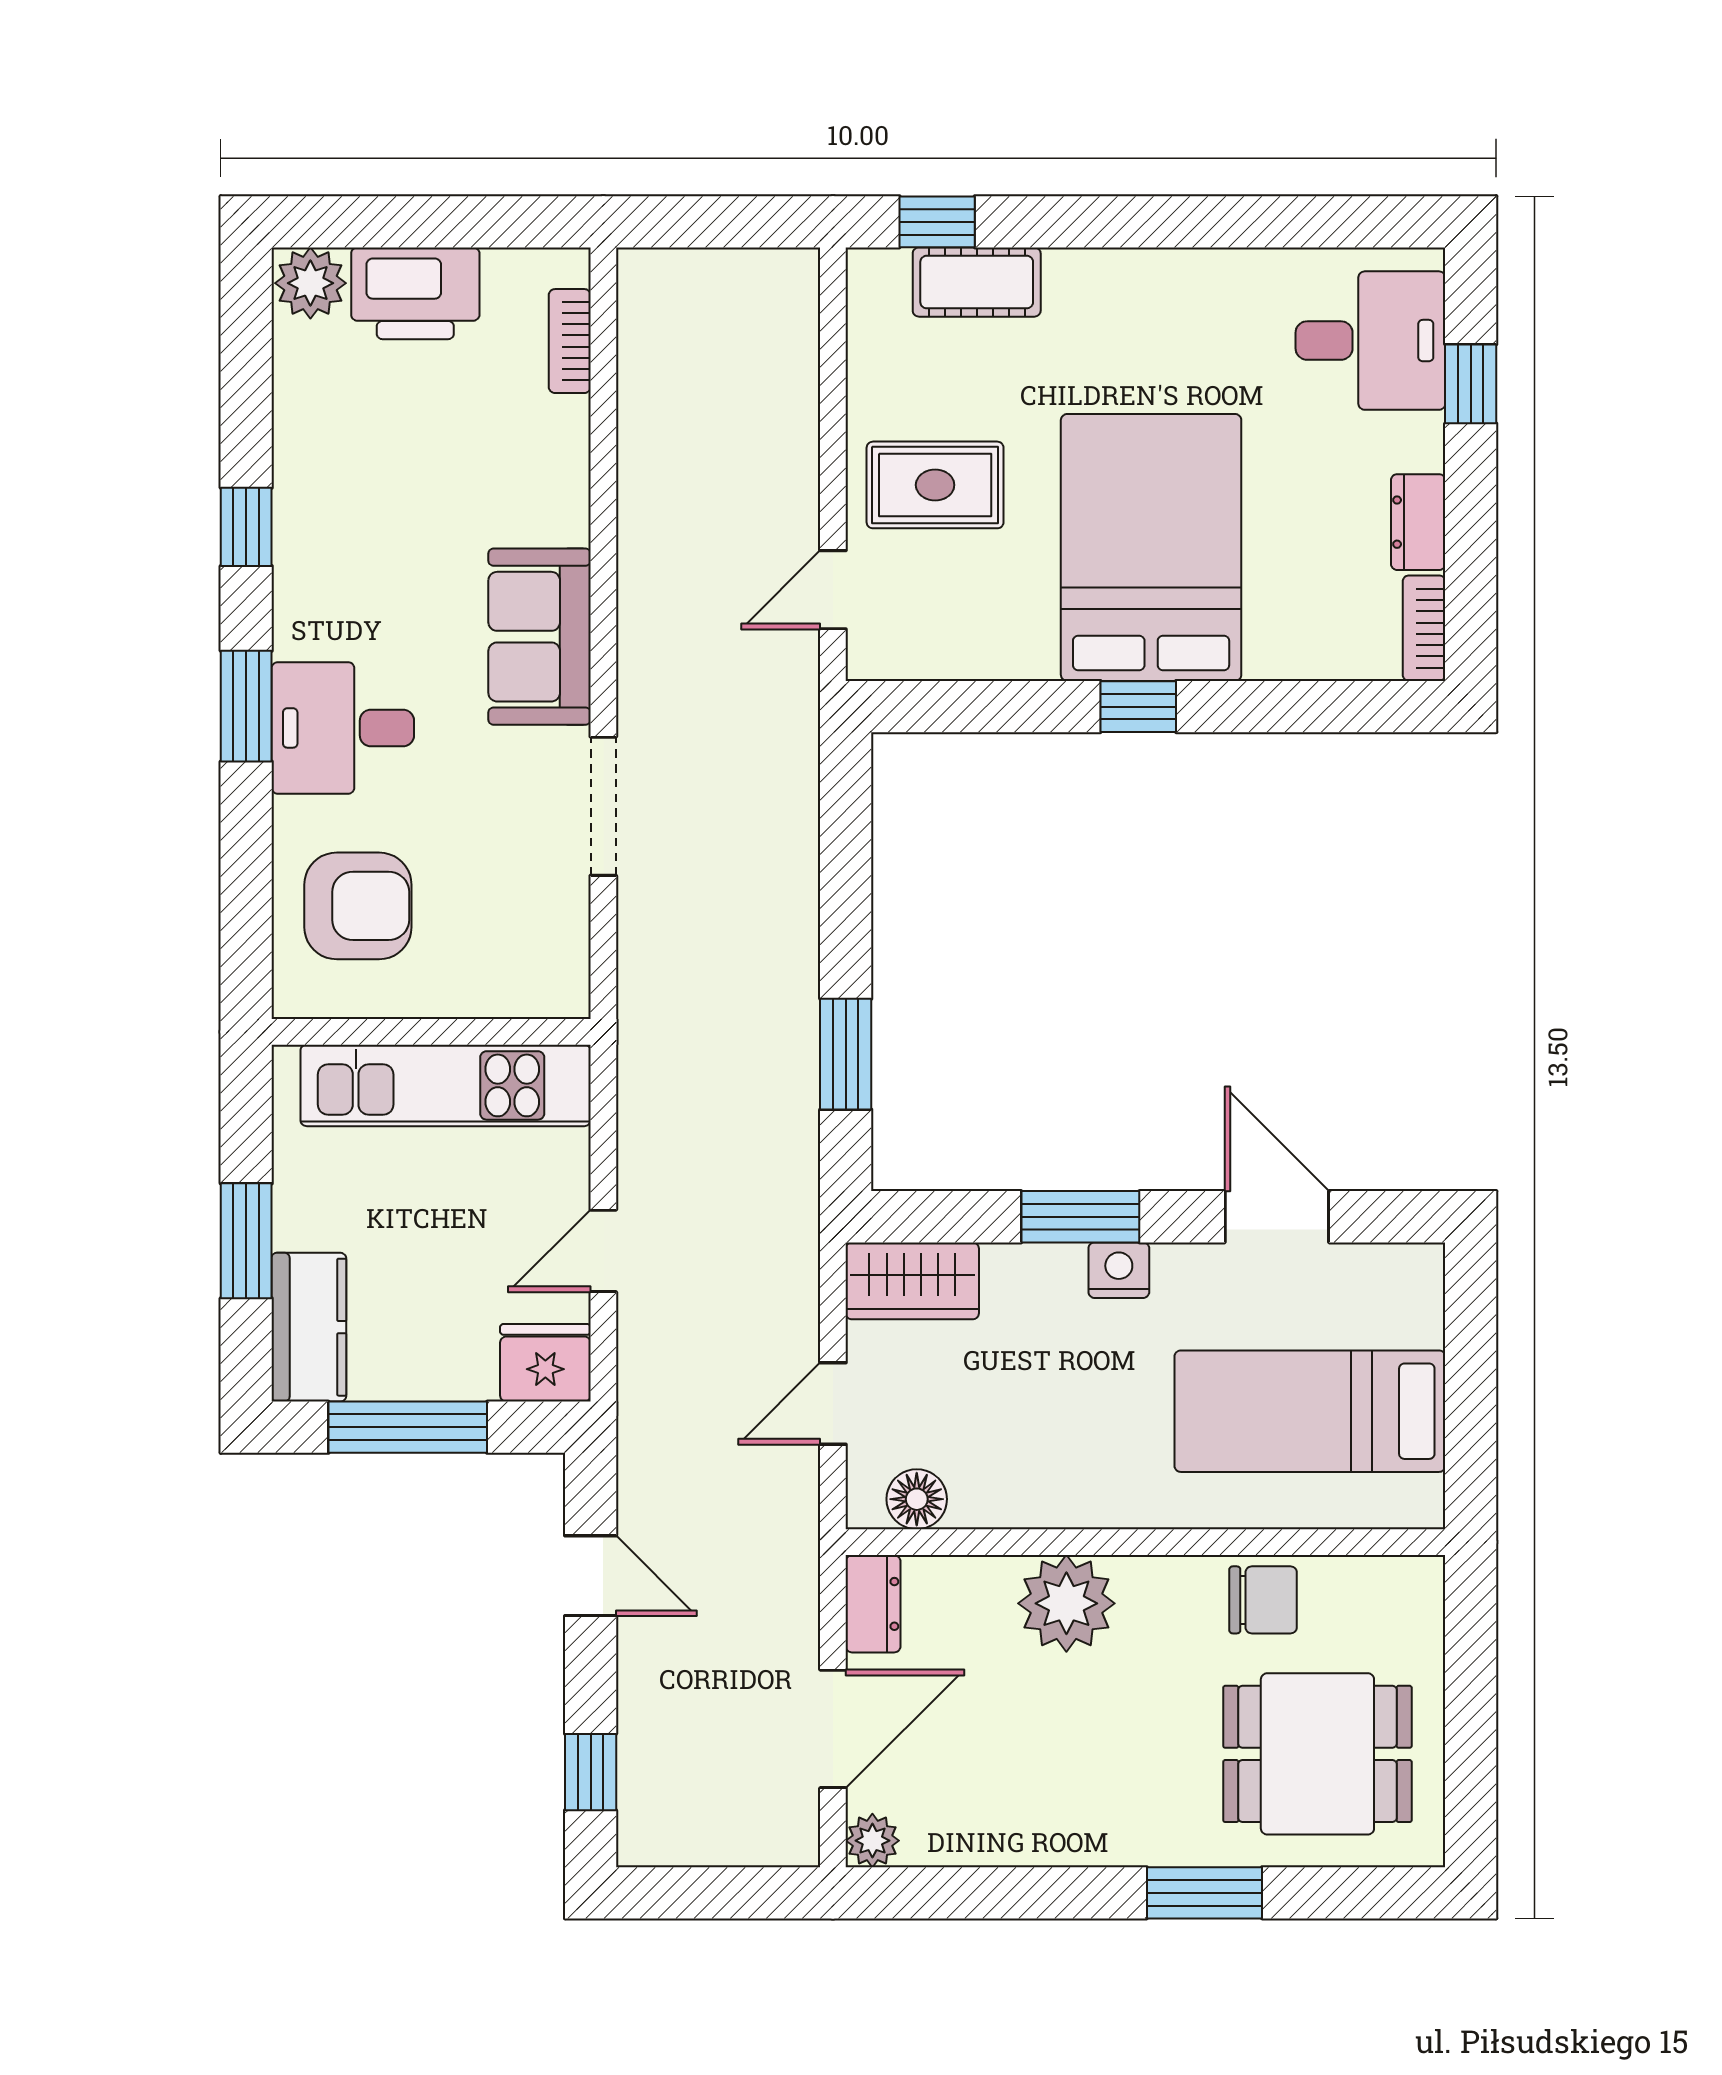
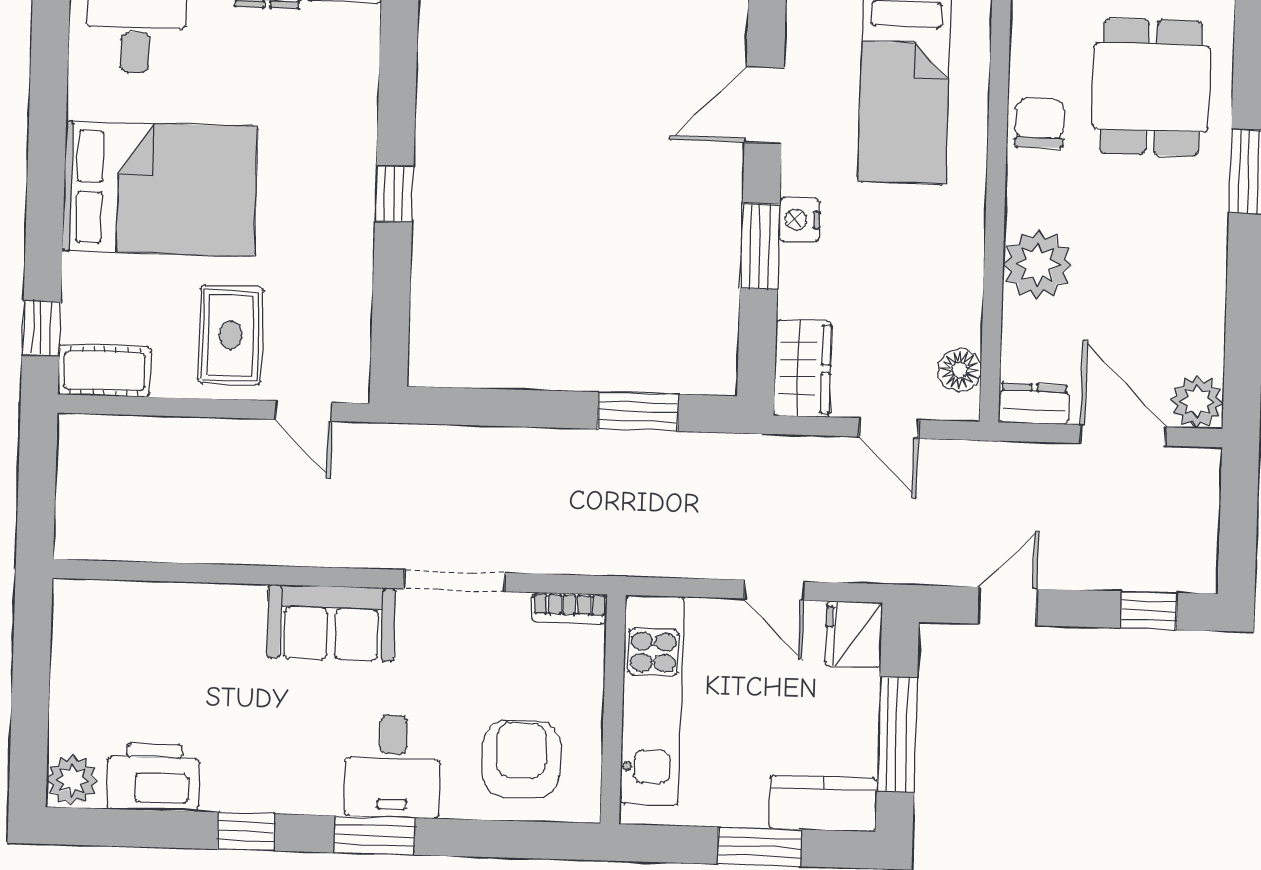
cot: (977, 282) -> (104, 371), moved, turned 90
printer: (415, 293) -> (154, 777), moved, turned -90
bookcase: (570, 341) -> (569, 608), moved
bed: (1151, 547) -> (160, 189), moved, turned 180
plant: (872, 1841) -> (1197, 402), width x1.38, depth x1.38

